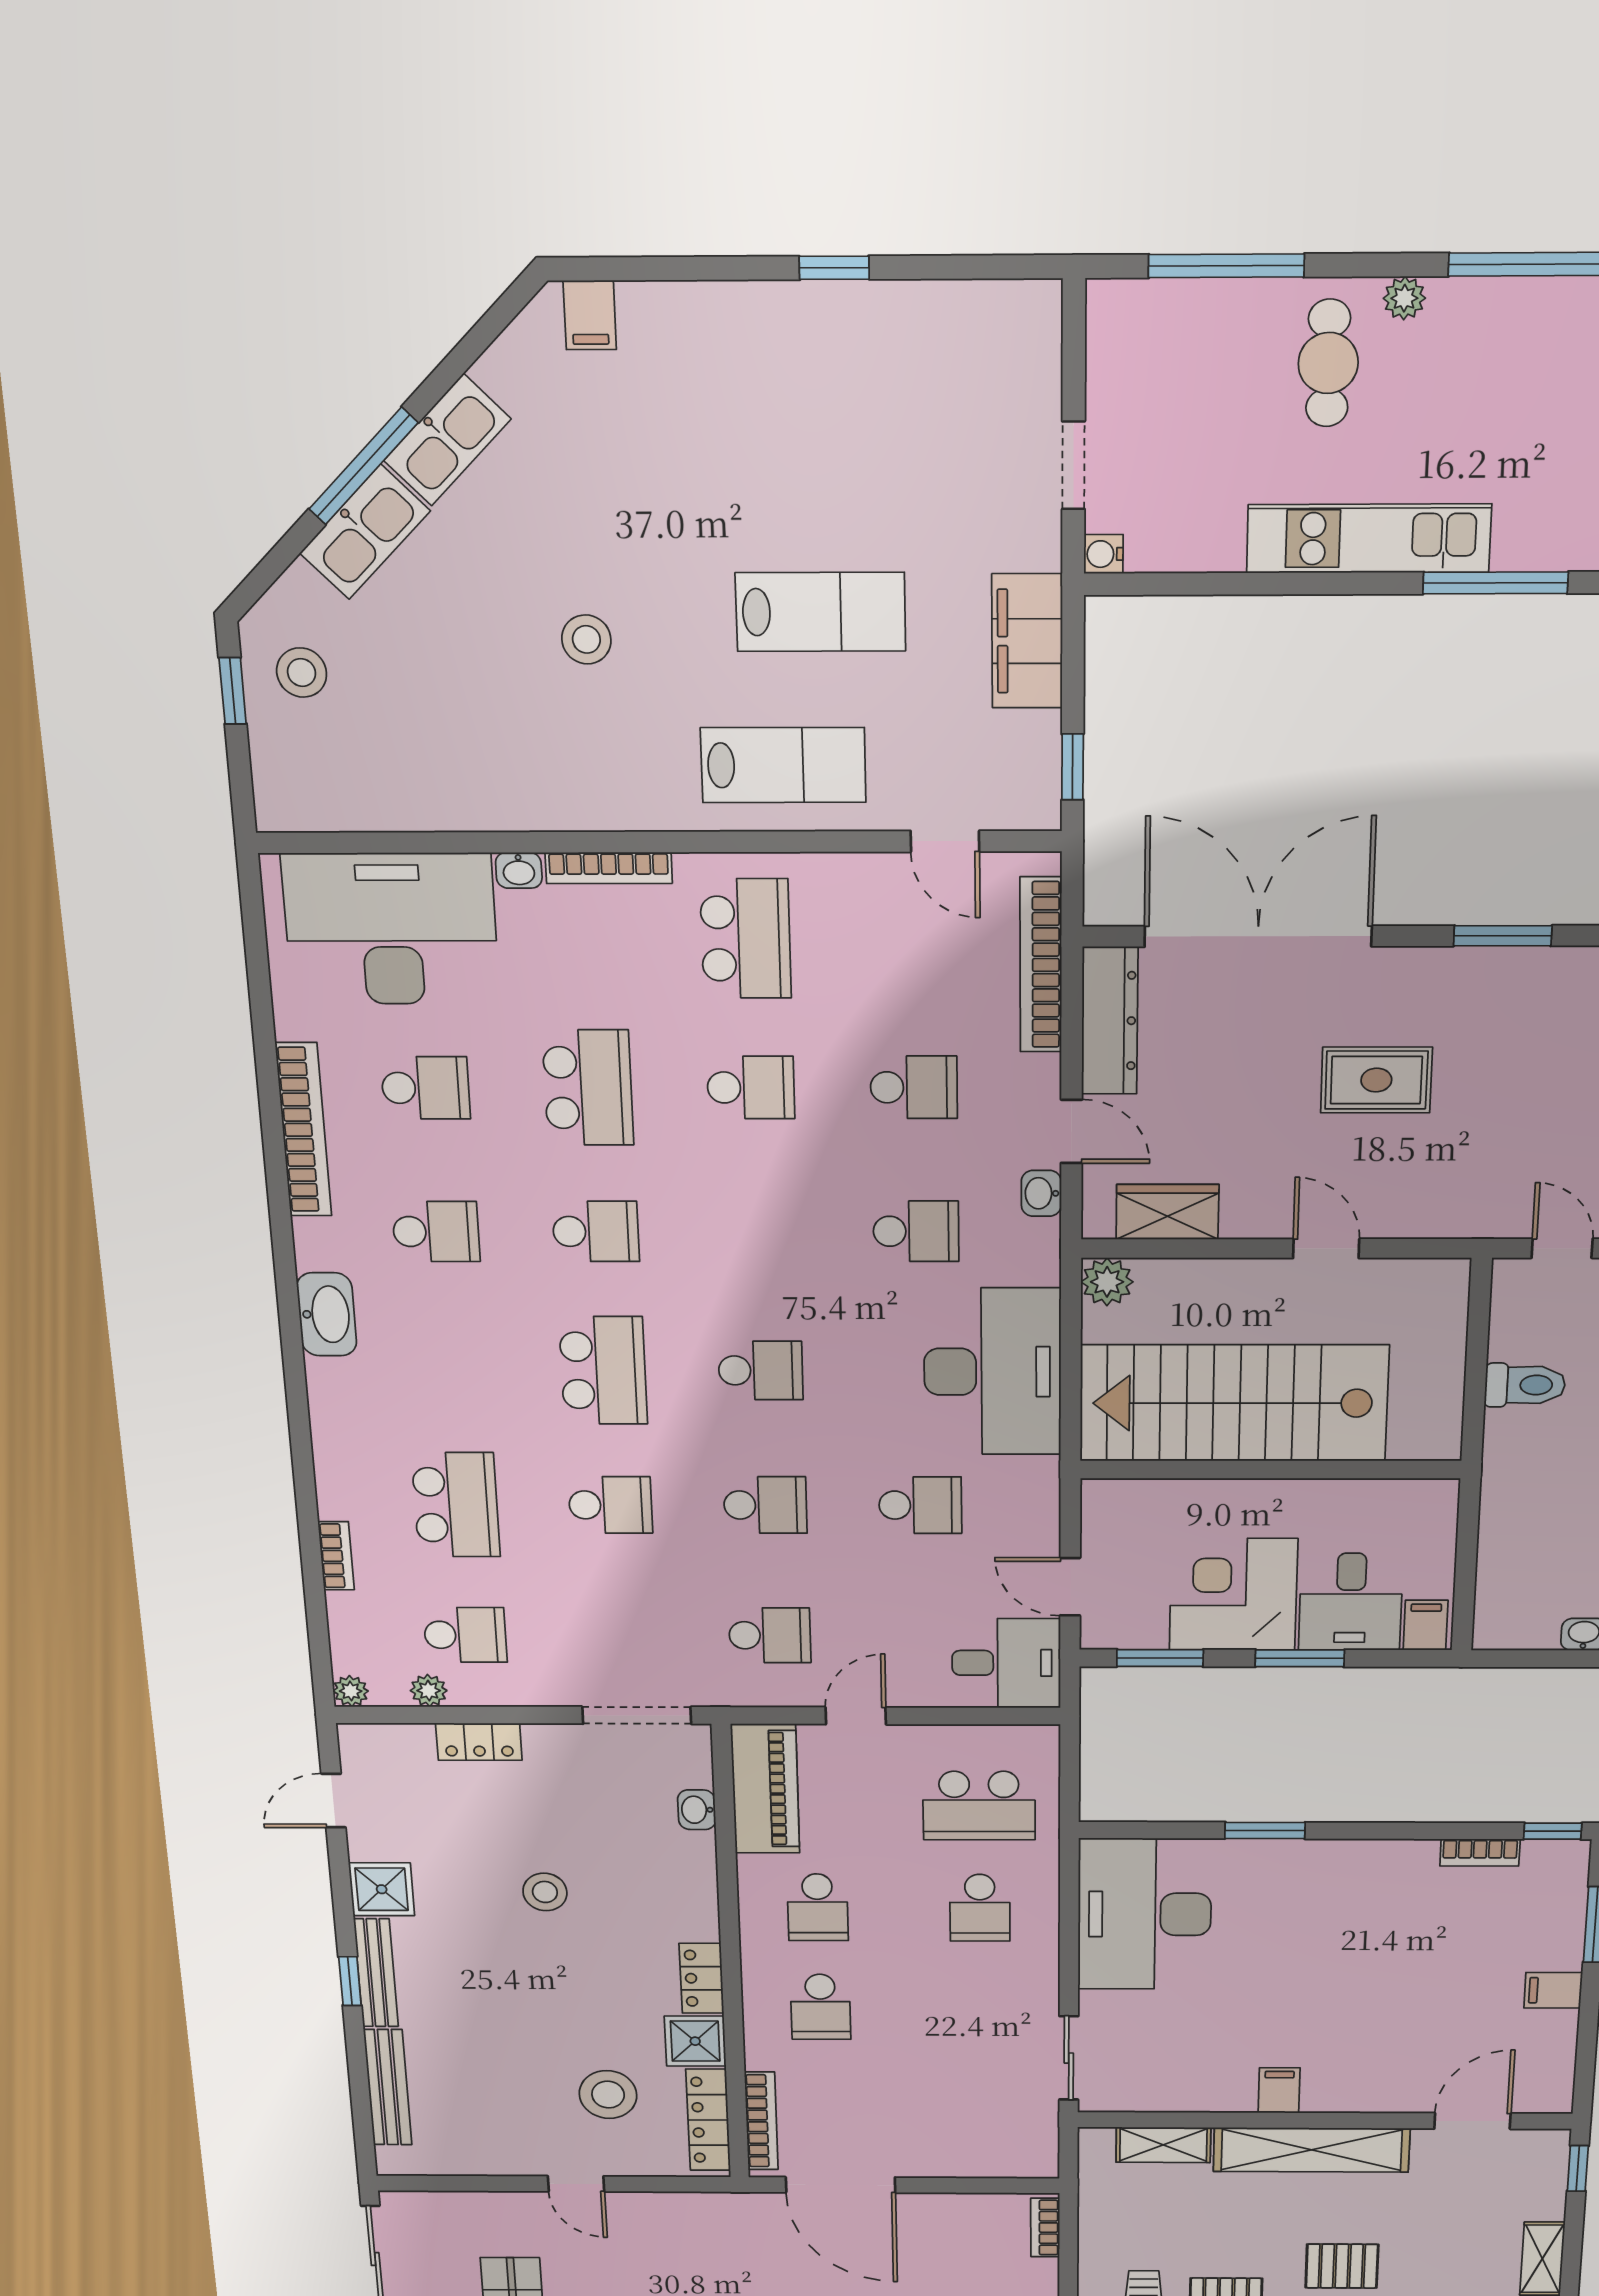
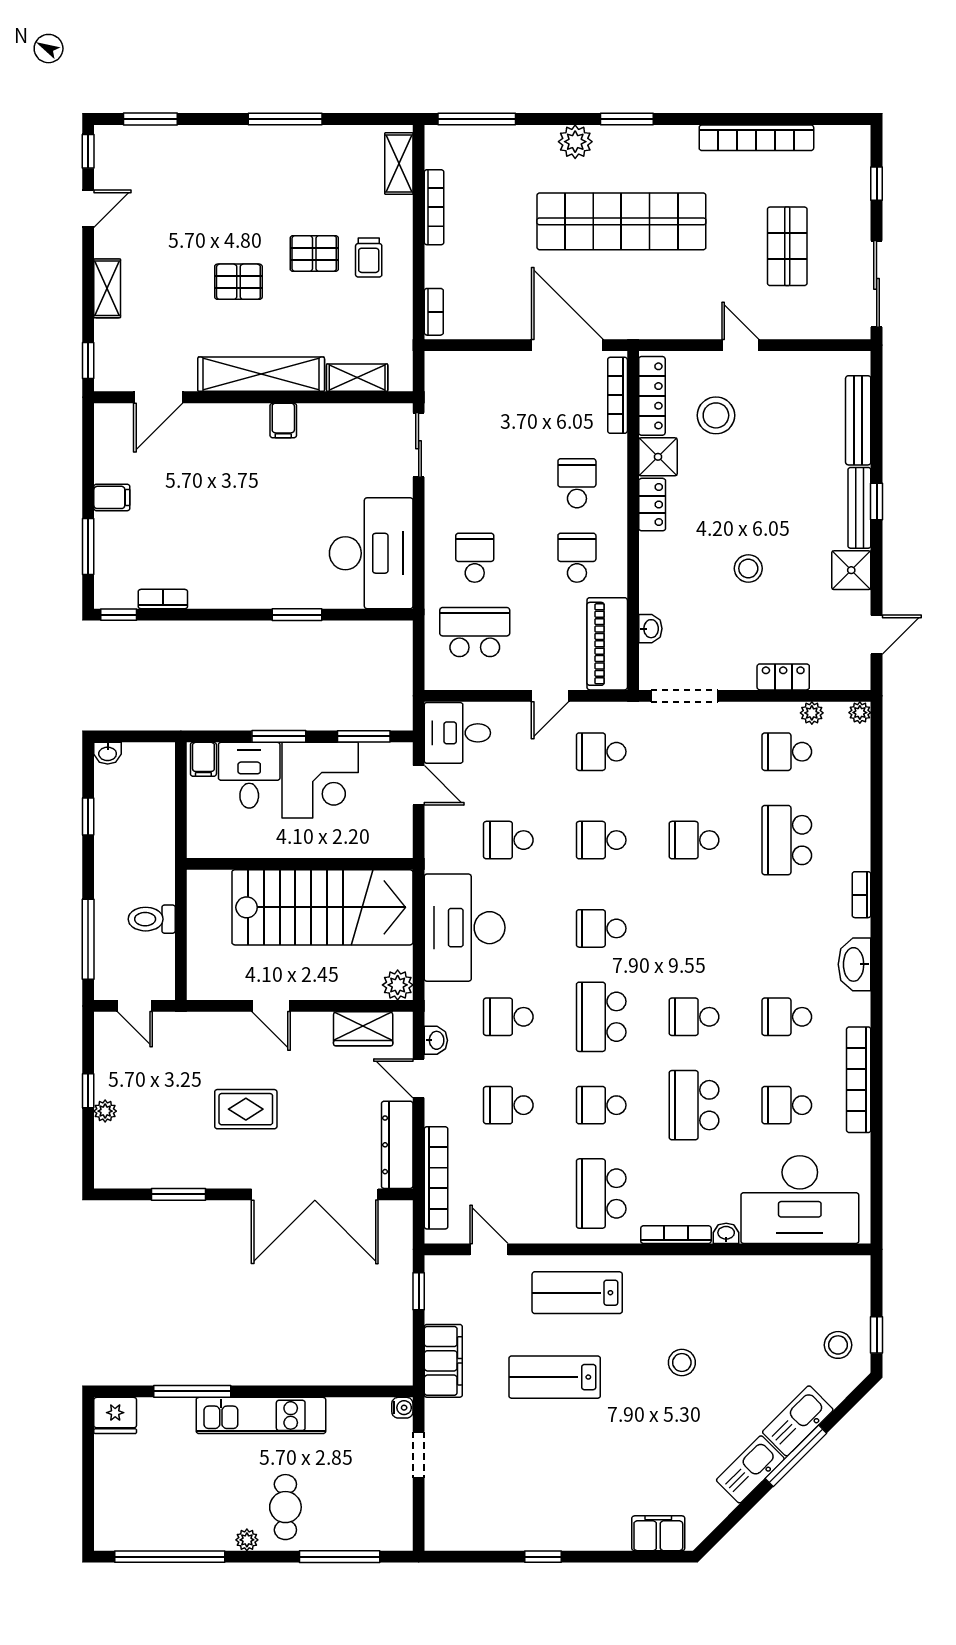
filing cabinet: (590, 315) -> (658, 1533), width x2.00
school desk: (603, 1370) -> (601, 1017), moved
bookcase: (336, 1556) -> (861, 895), moved

